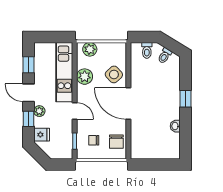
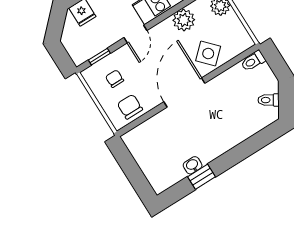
toilet: (147, 50) -> (253, 61), moved
window: (185, 99) -> (201, 177), moved
chair: (116, 142) -> (130, 107), turned 90

